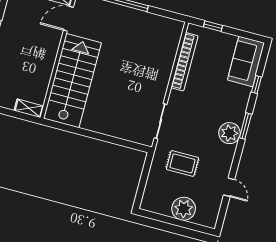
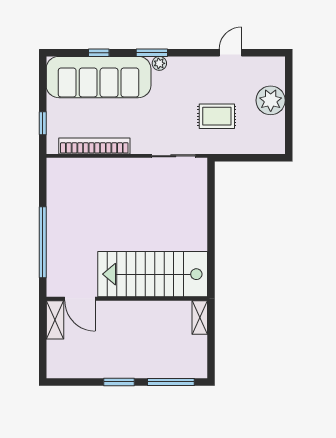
sofa: (246, 61) -> (99, 77), width x1.85, depth x1.27
plant: (229, 133) -> (159, 63), width x0.53, depth x0.53
rug: (182, 163) -> (217, 116), turned 90

